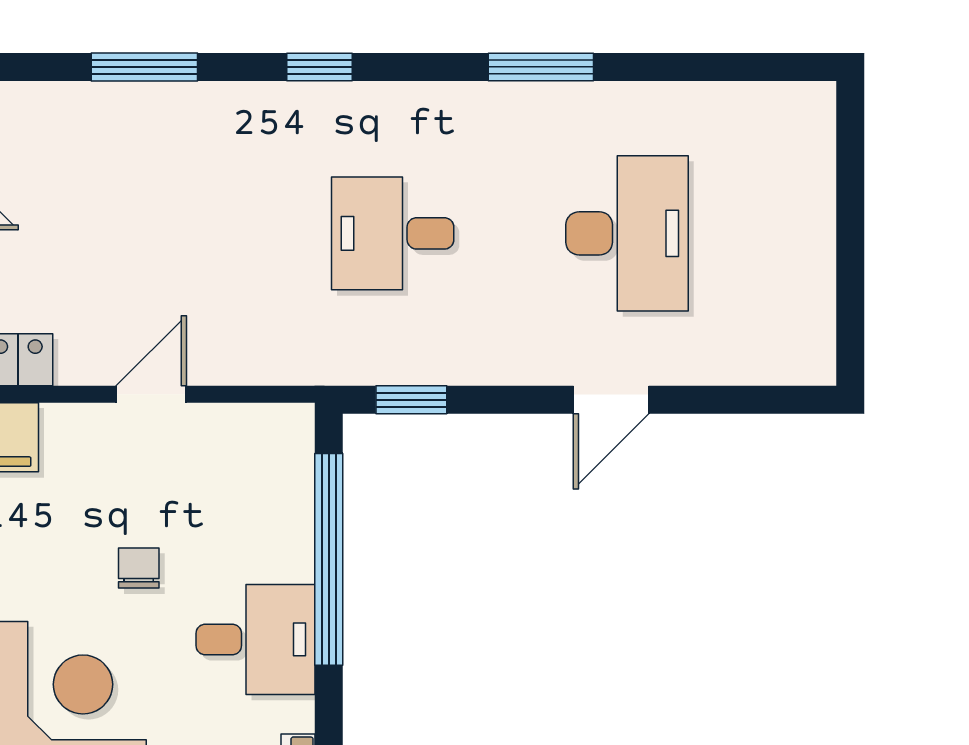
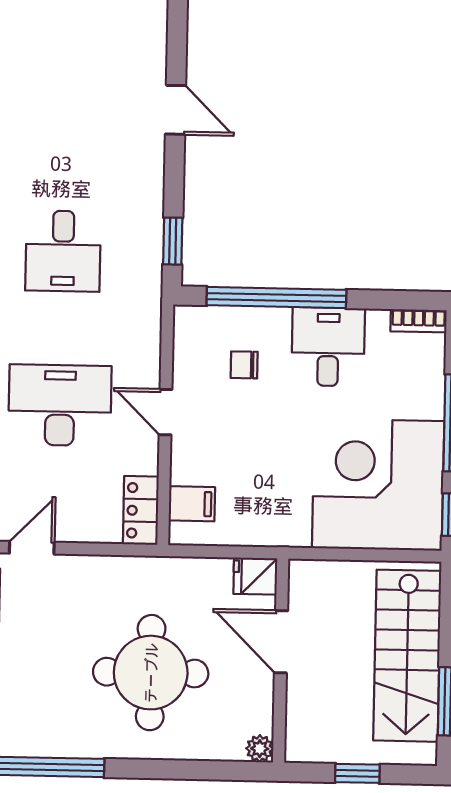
desk: (627, 233) -> (60, 405), moved
chair: (139, 568) -> (244, 365), moved

